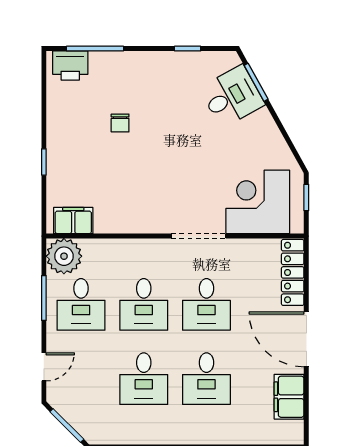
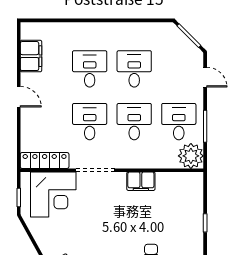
filing cabinet: (73, 221) -> (141, 181), moved
locker: (293, 272) -> (45, 161), moved, turned -90
door: (306, 339) -> (19, 97), width x0.53
door: (44, 367) -> (205, 77), swing flipped

